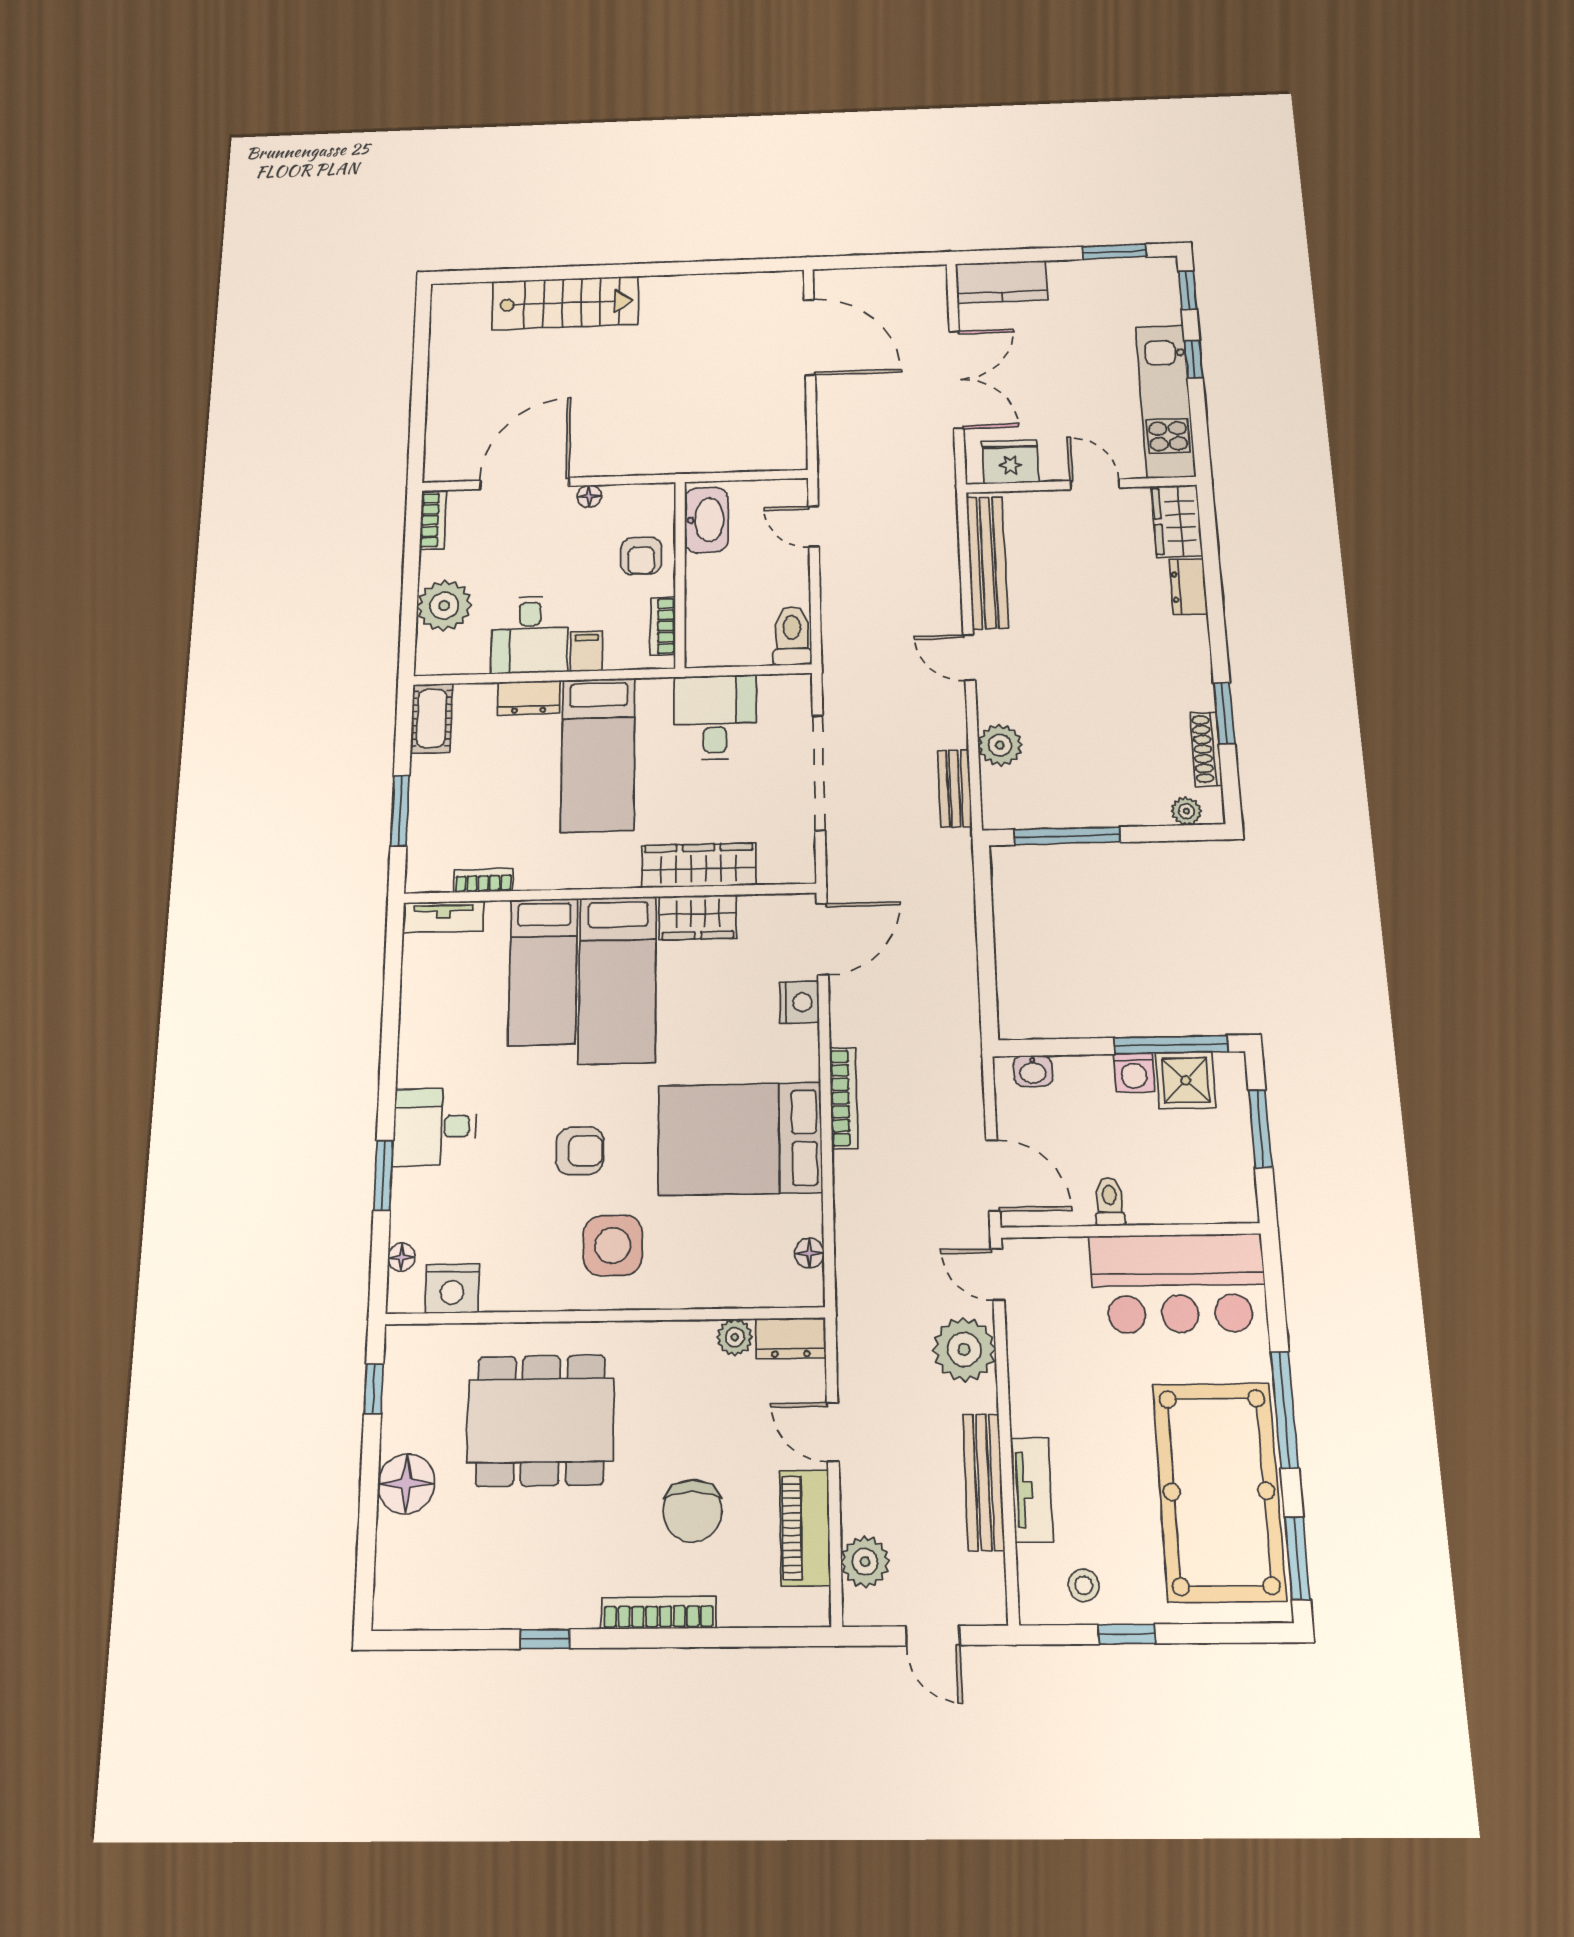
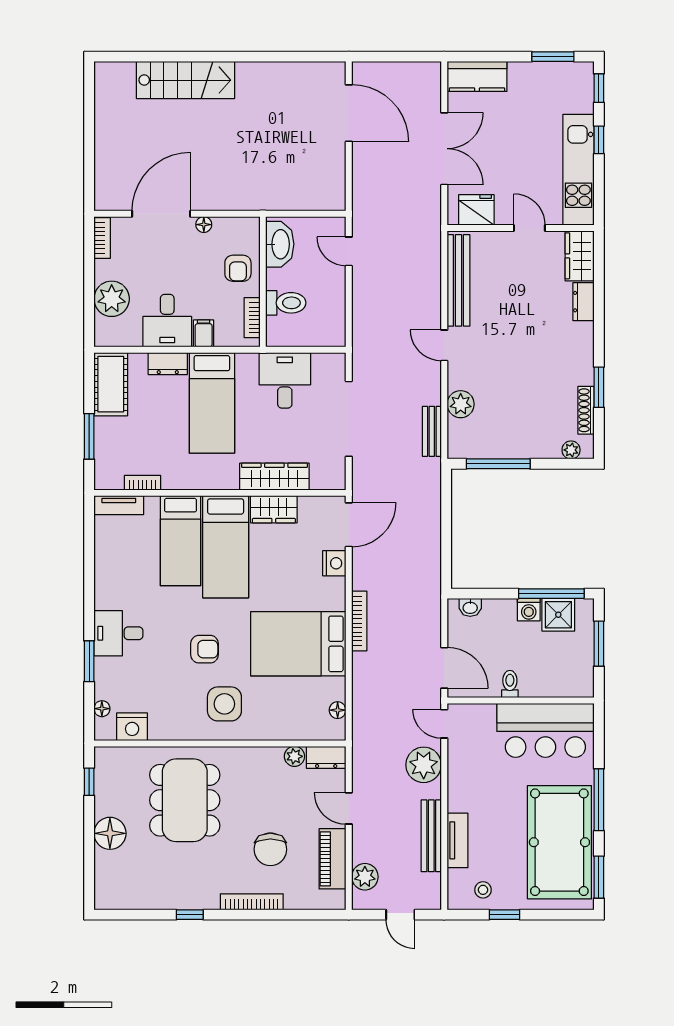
toilet: (792, 636) -> (286, 303), moved, turned 90
cot: (432, 718) -> (111, 384), width x1.37, depth x1.34
dining table: (540, 1420) -> (185, 800), turned 90

